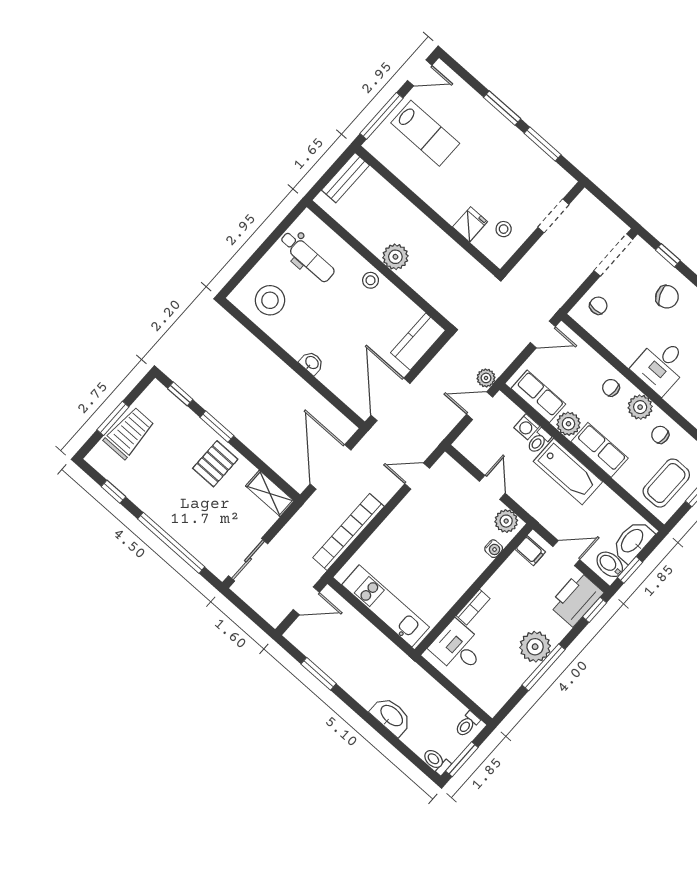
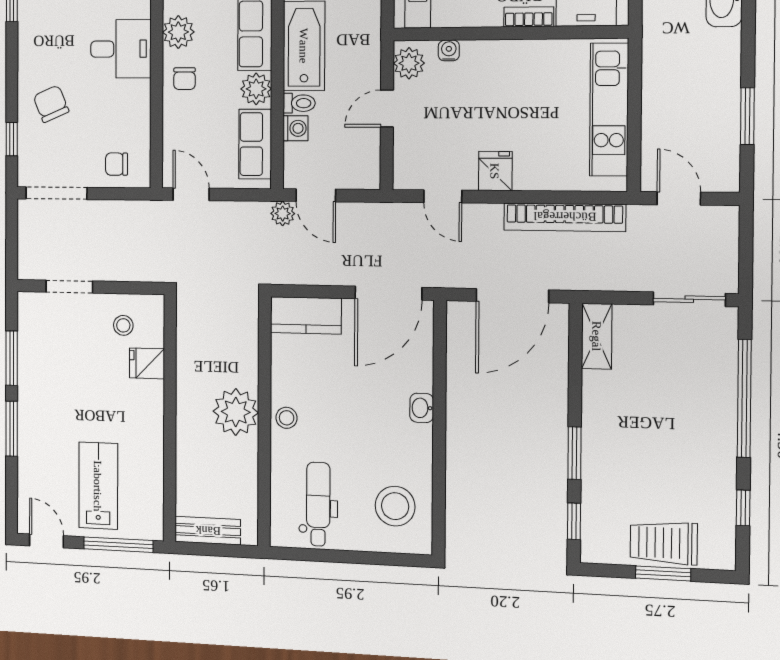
plant: (395, 257) -> (236, 412), width x1.36, depth x1.36
pallet: (215, 464) -> (616, 422), removed
fridge: (406, 517) -> (495, 171), added

